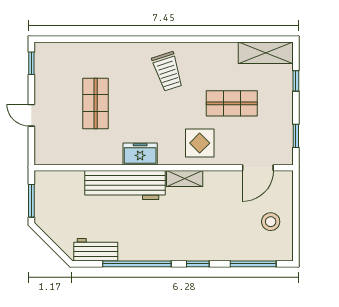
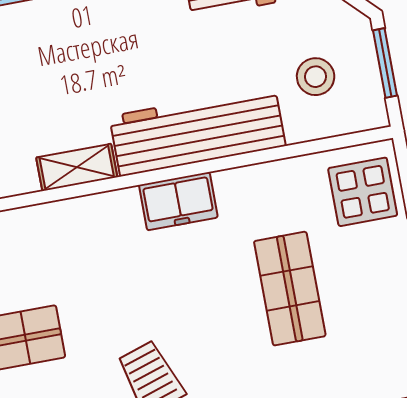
display table: (200, 143) -> (363, 192), moved
stool: (65, 200) -> (316, 77), added

